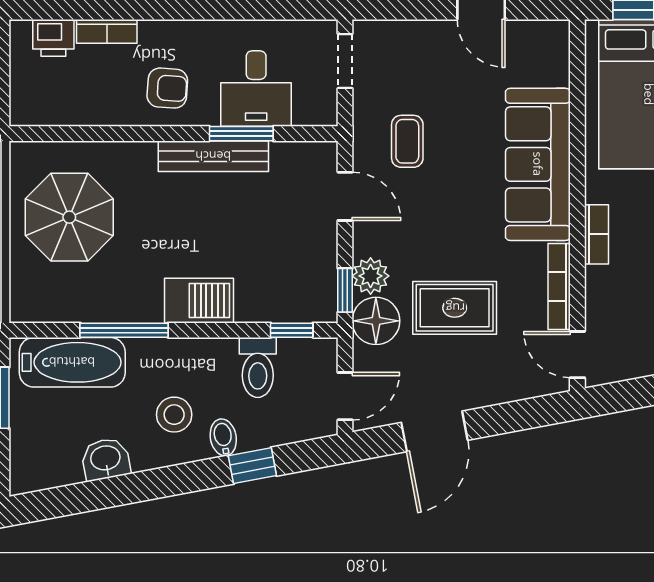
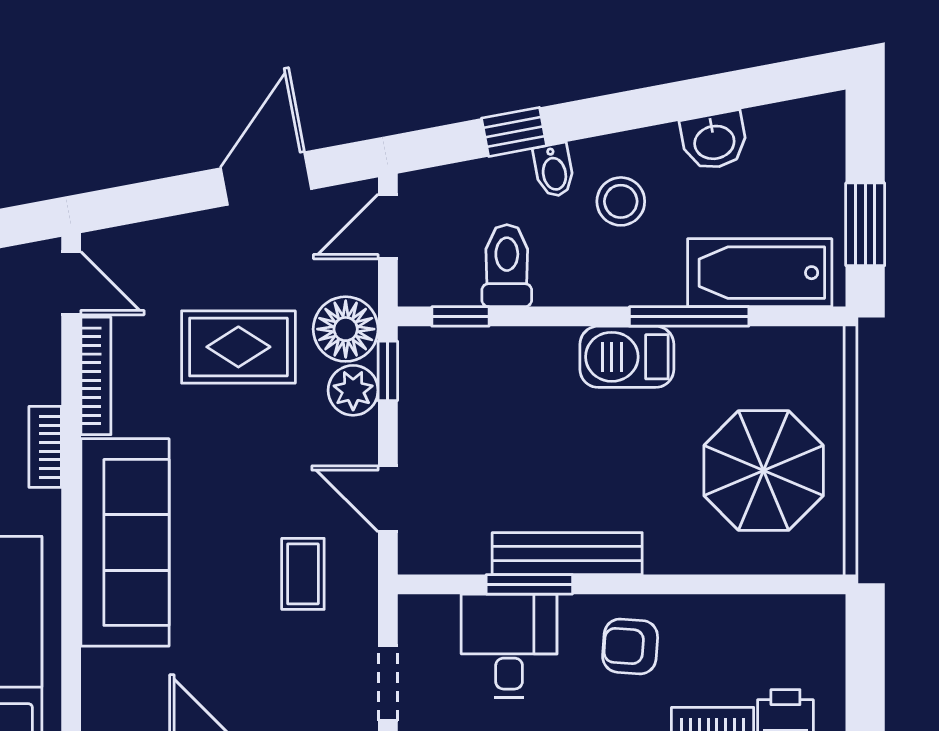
barbecue: (199, 301) -> (627, 357), moved

